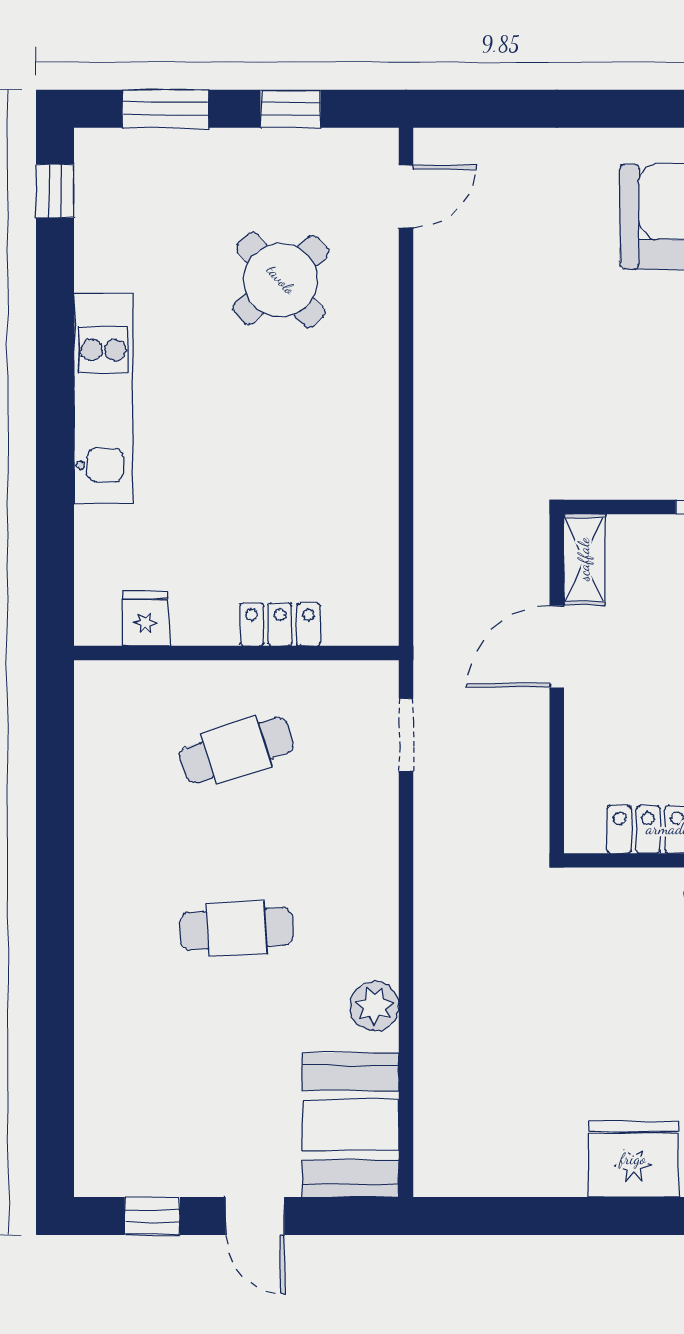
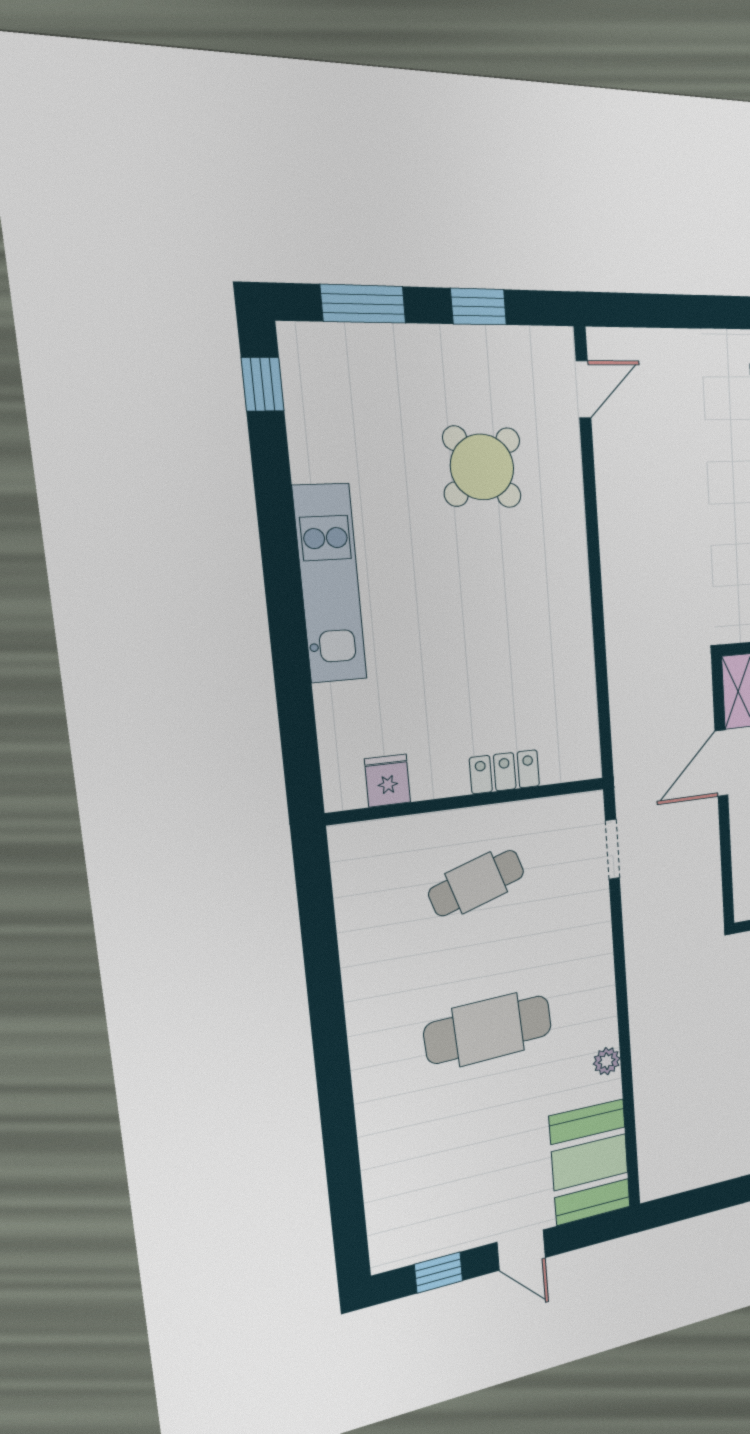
cafe table: (236, 929) -> (488, 1029), width x1.37, depth x1.35
plant: (374, 1006) -> (607, 1061), width x0.73, depth x0.73

